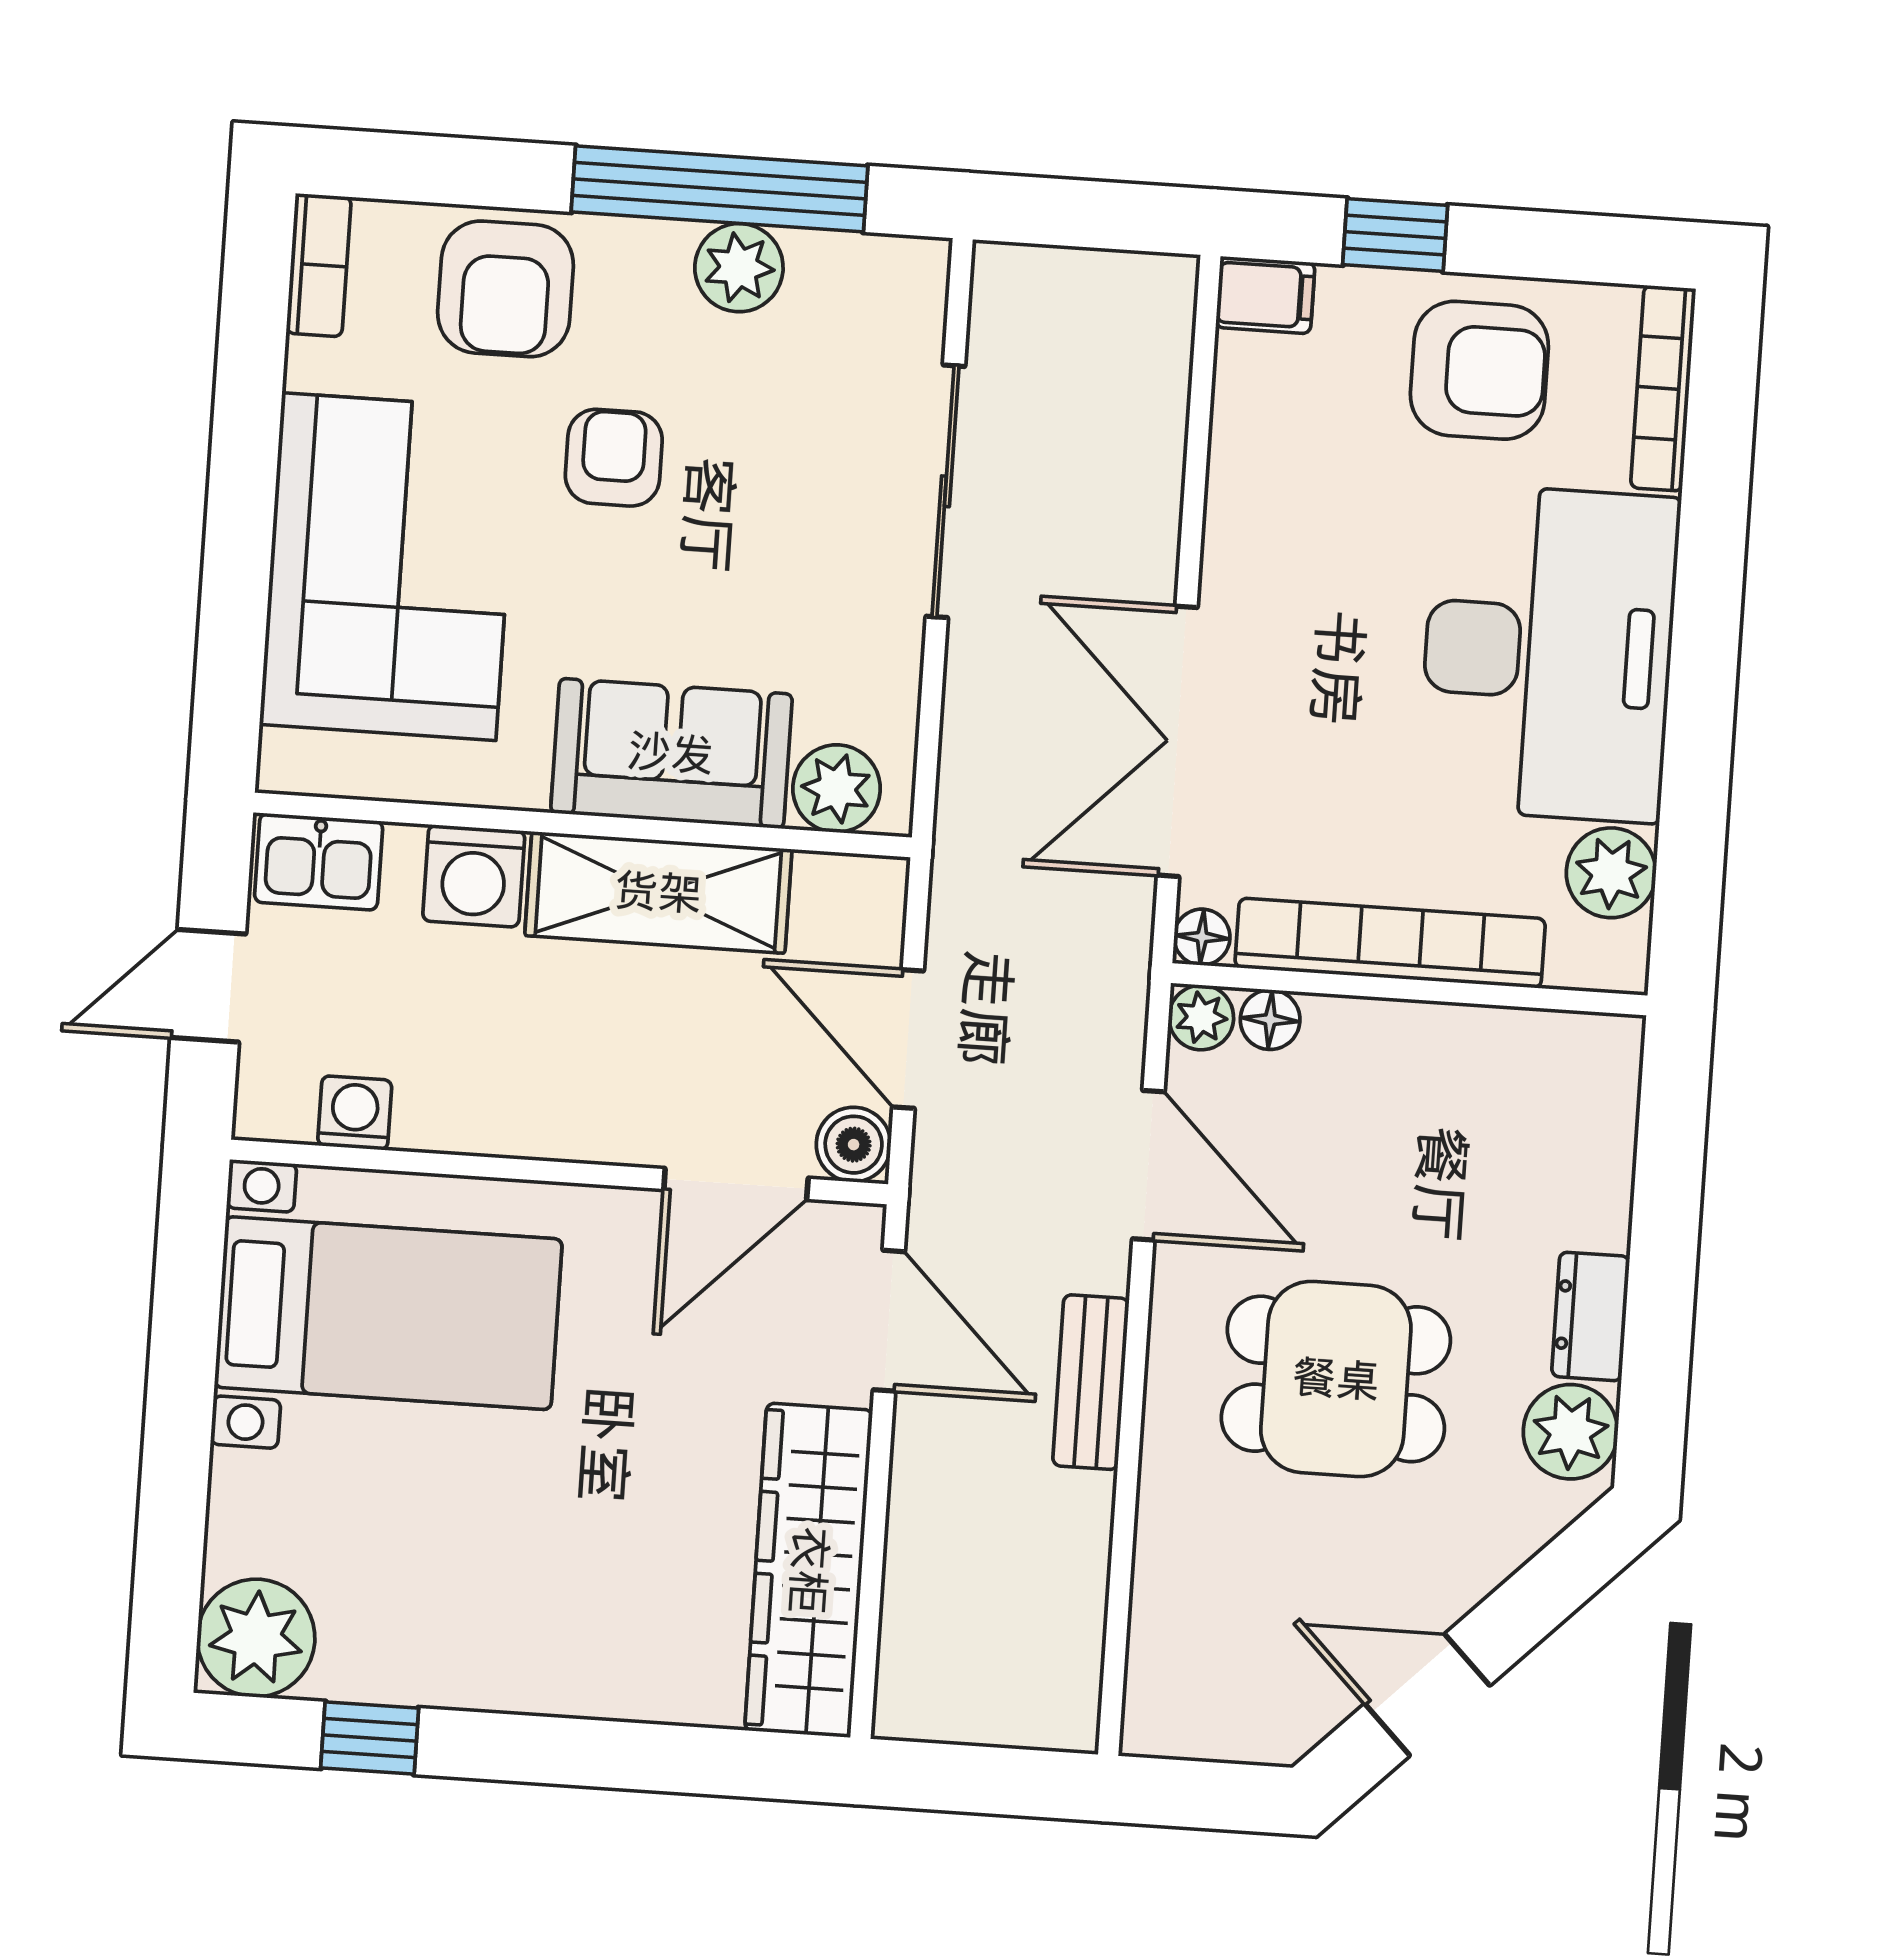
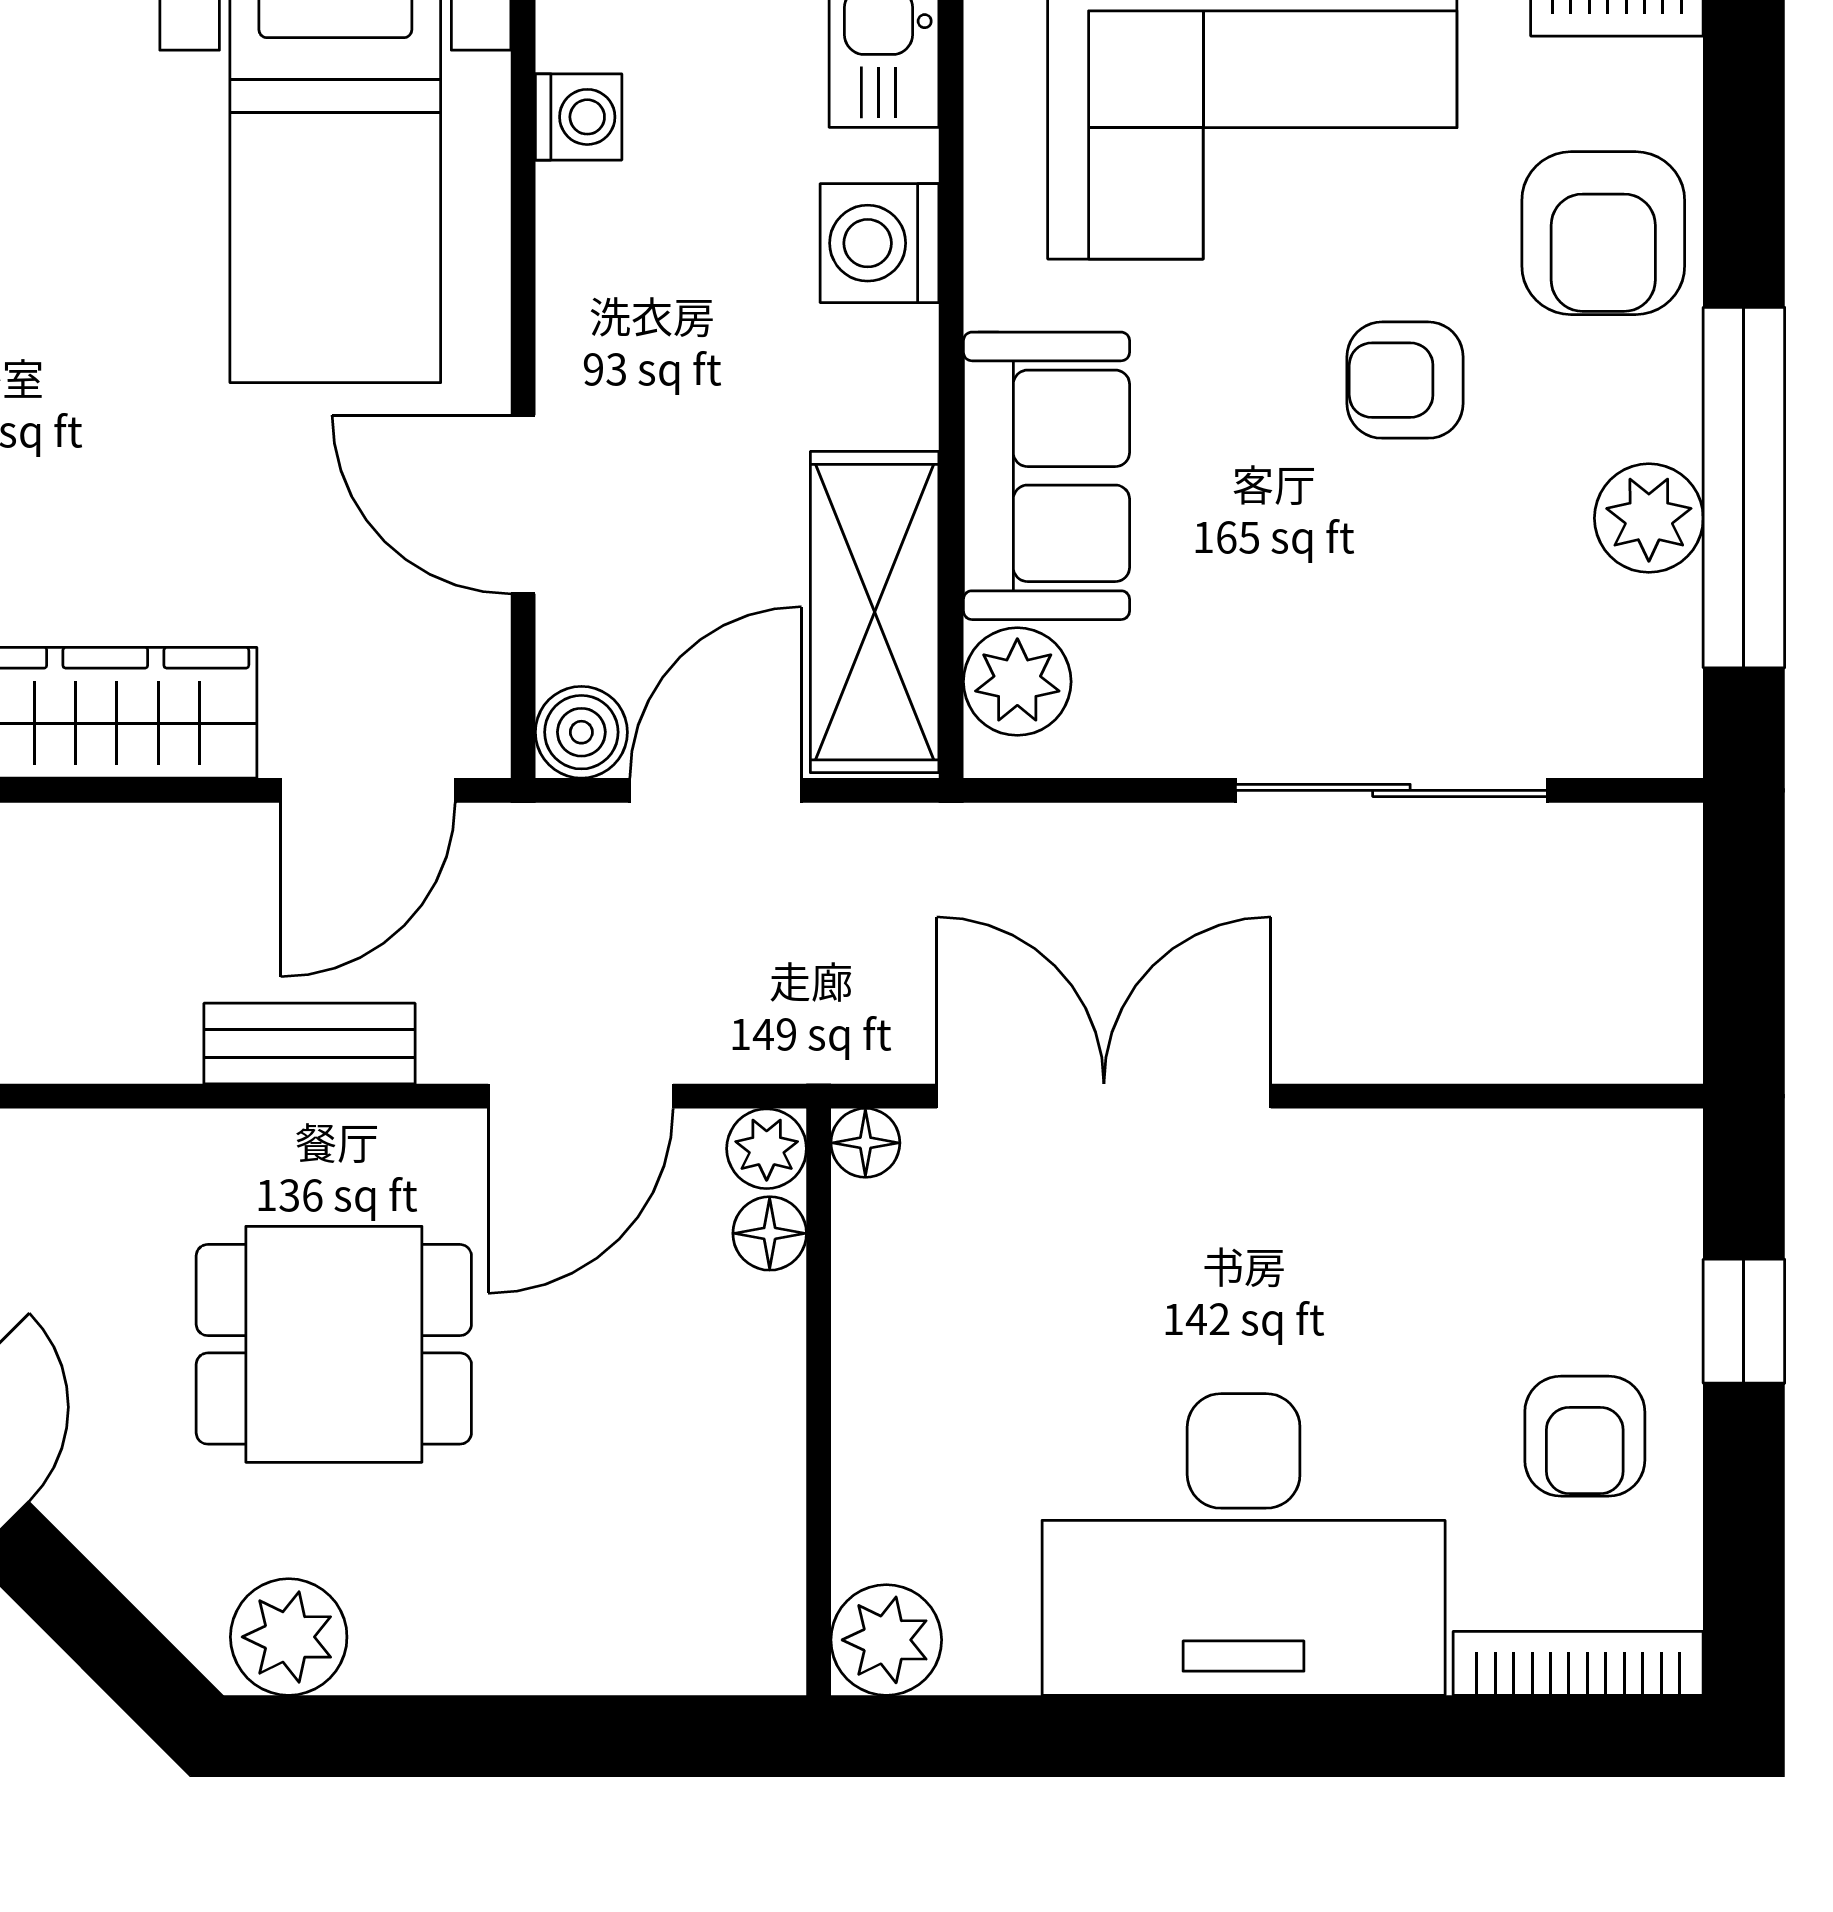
armchair: (506, 289) -> (1603, 233), turned -90
filing cabinet: (1265, 295) -> (1659, 1167), removed
armchair: (1479, 370) -> (1585, 1436), width x0.72, depth x0.72
armchair: (614, 458) -> (1405, 380), turned 180
plant: (1611, 873) -> (886, 1640), moved
shelving: (658, 892) -> (875, 612), moved
bookcase: (1390, 943) -> (874, 1374), removed
door: (736, 1184) -> (523, 505), moved
dresser: (1591, 1316) -> (432, 1652), removed
dining table: (1336, 1379) -> (334, 1344), turned 90

